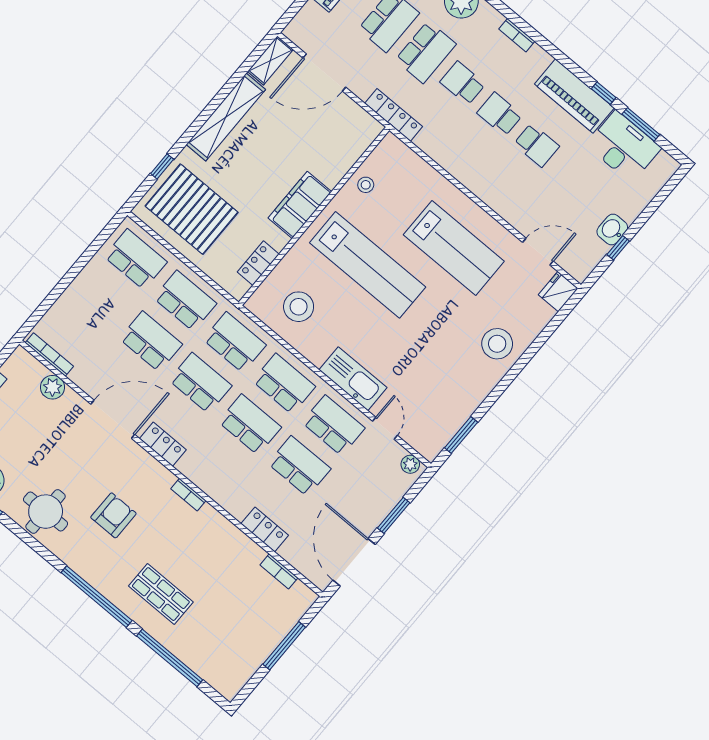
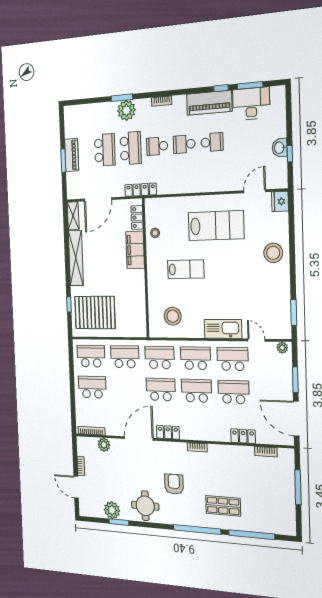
filing cabinet: (300, 205) -> (135, 250), moved
locker: (258, 263) -> (137, 218), moved
lab bench: (368, 265) -> (186, 269), width x0.54, depth x0.72
school desk: (151, 342) -> (92, 387), moved

